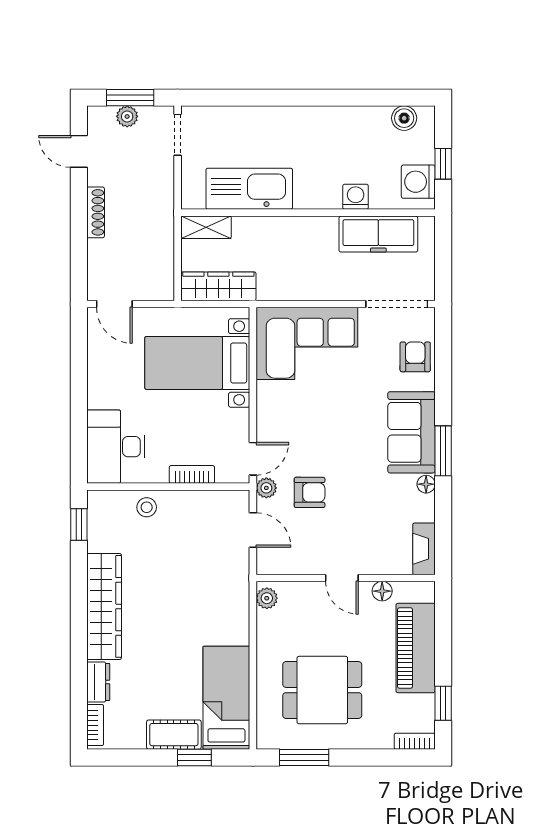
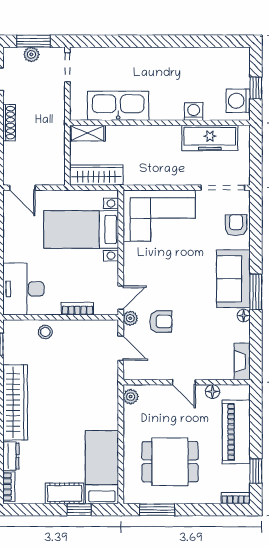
boiler: (404, 118) -> (228, 56), removed

